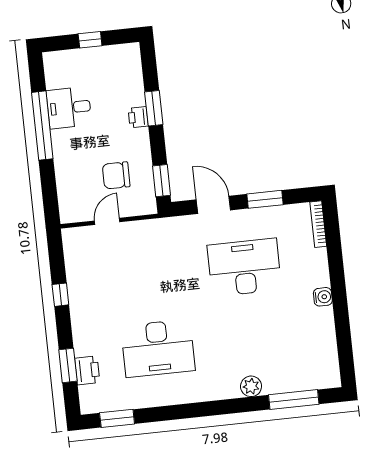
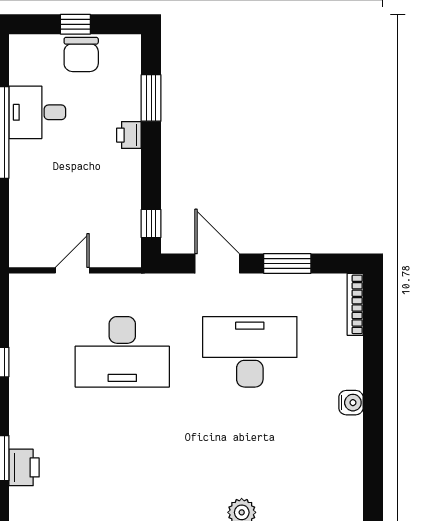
window: (154, 108) -> (151, 98), moved
chair: (116, 175) -> (81, 54), moved, turned -90
window: (161, 181) -> (151, 223), width x0.67
desk: (158, 348) -> (122, 352), moved

